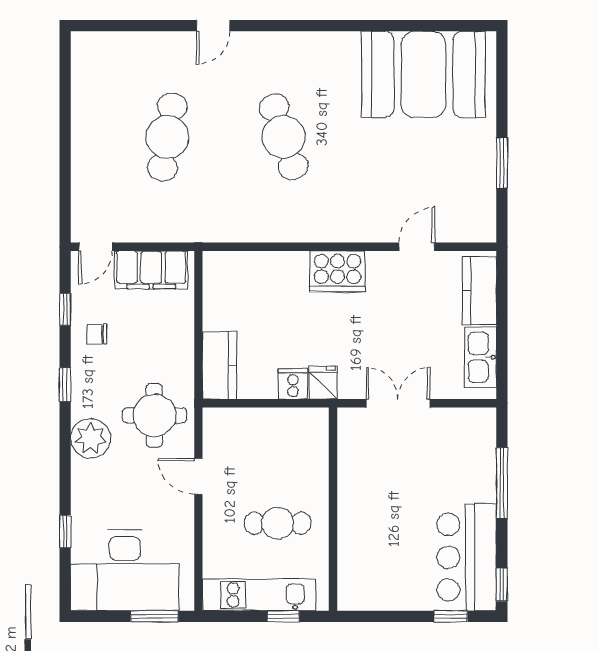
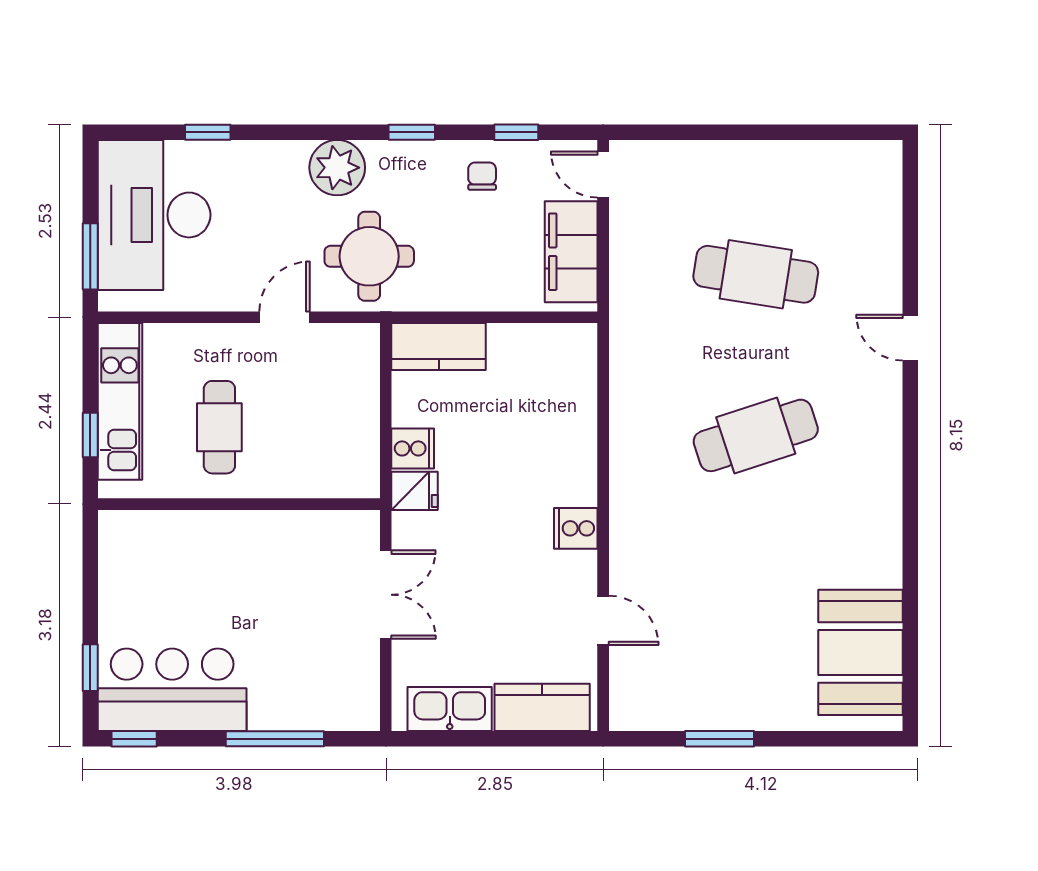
booth: (423, 74) -> (860, 652), width x0.73, depth x0.70
cooker: (338, 271) -> (576, 528), width x0.53, depth x0.76

